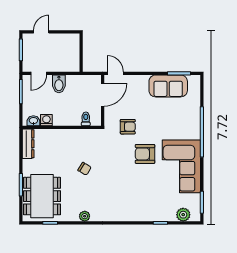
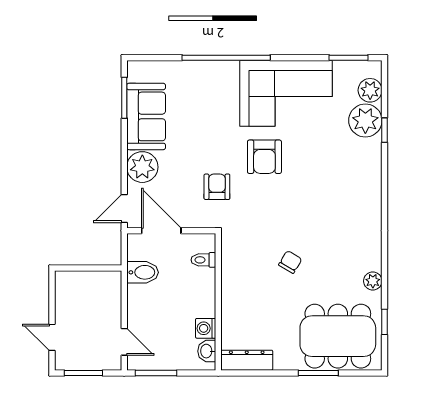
bidet: (59, 84) -> (143, 272), moved
plant: (139, 84) -> (142, 167), added
plant: (166, 212) -> (365, 120), added
plant: (85, 216) -> (373, 281), moved

